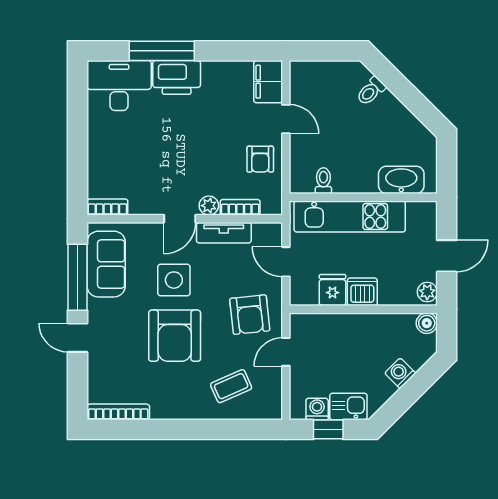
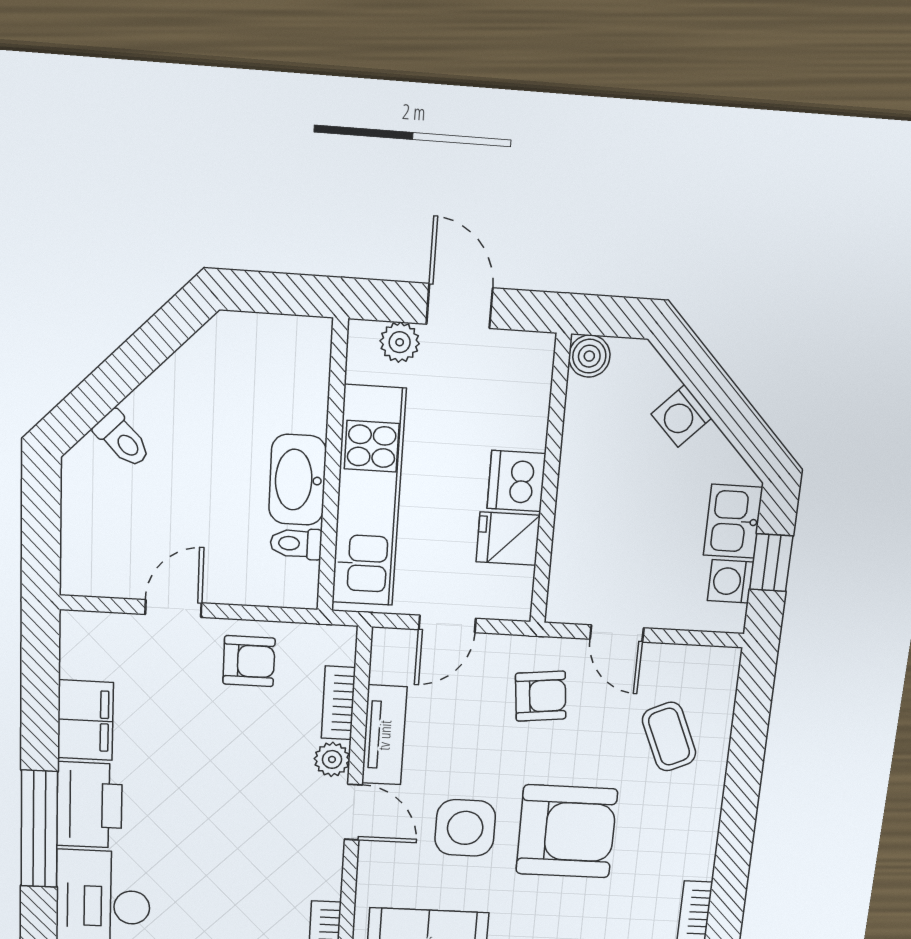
filing cabinet: (268, 82) -> (85, 720), moved, turned -90
washbasin: (401, 180) -> (298, 480), moved
plant: (427, 292) -> (400, 342), moved
armchair: (250, 315) -> (541, 696), width x0.72, depth x0.72

